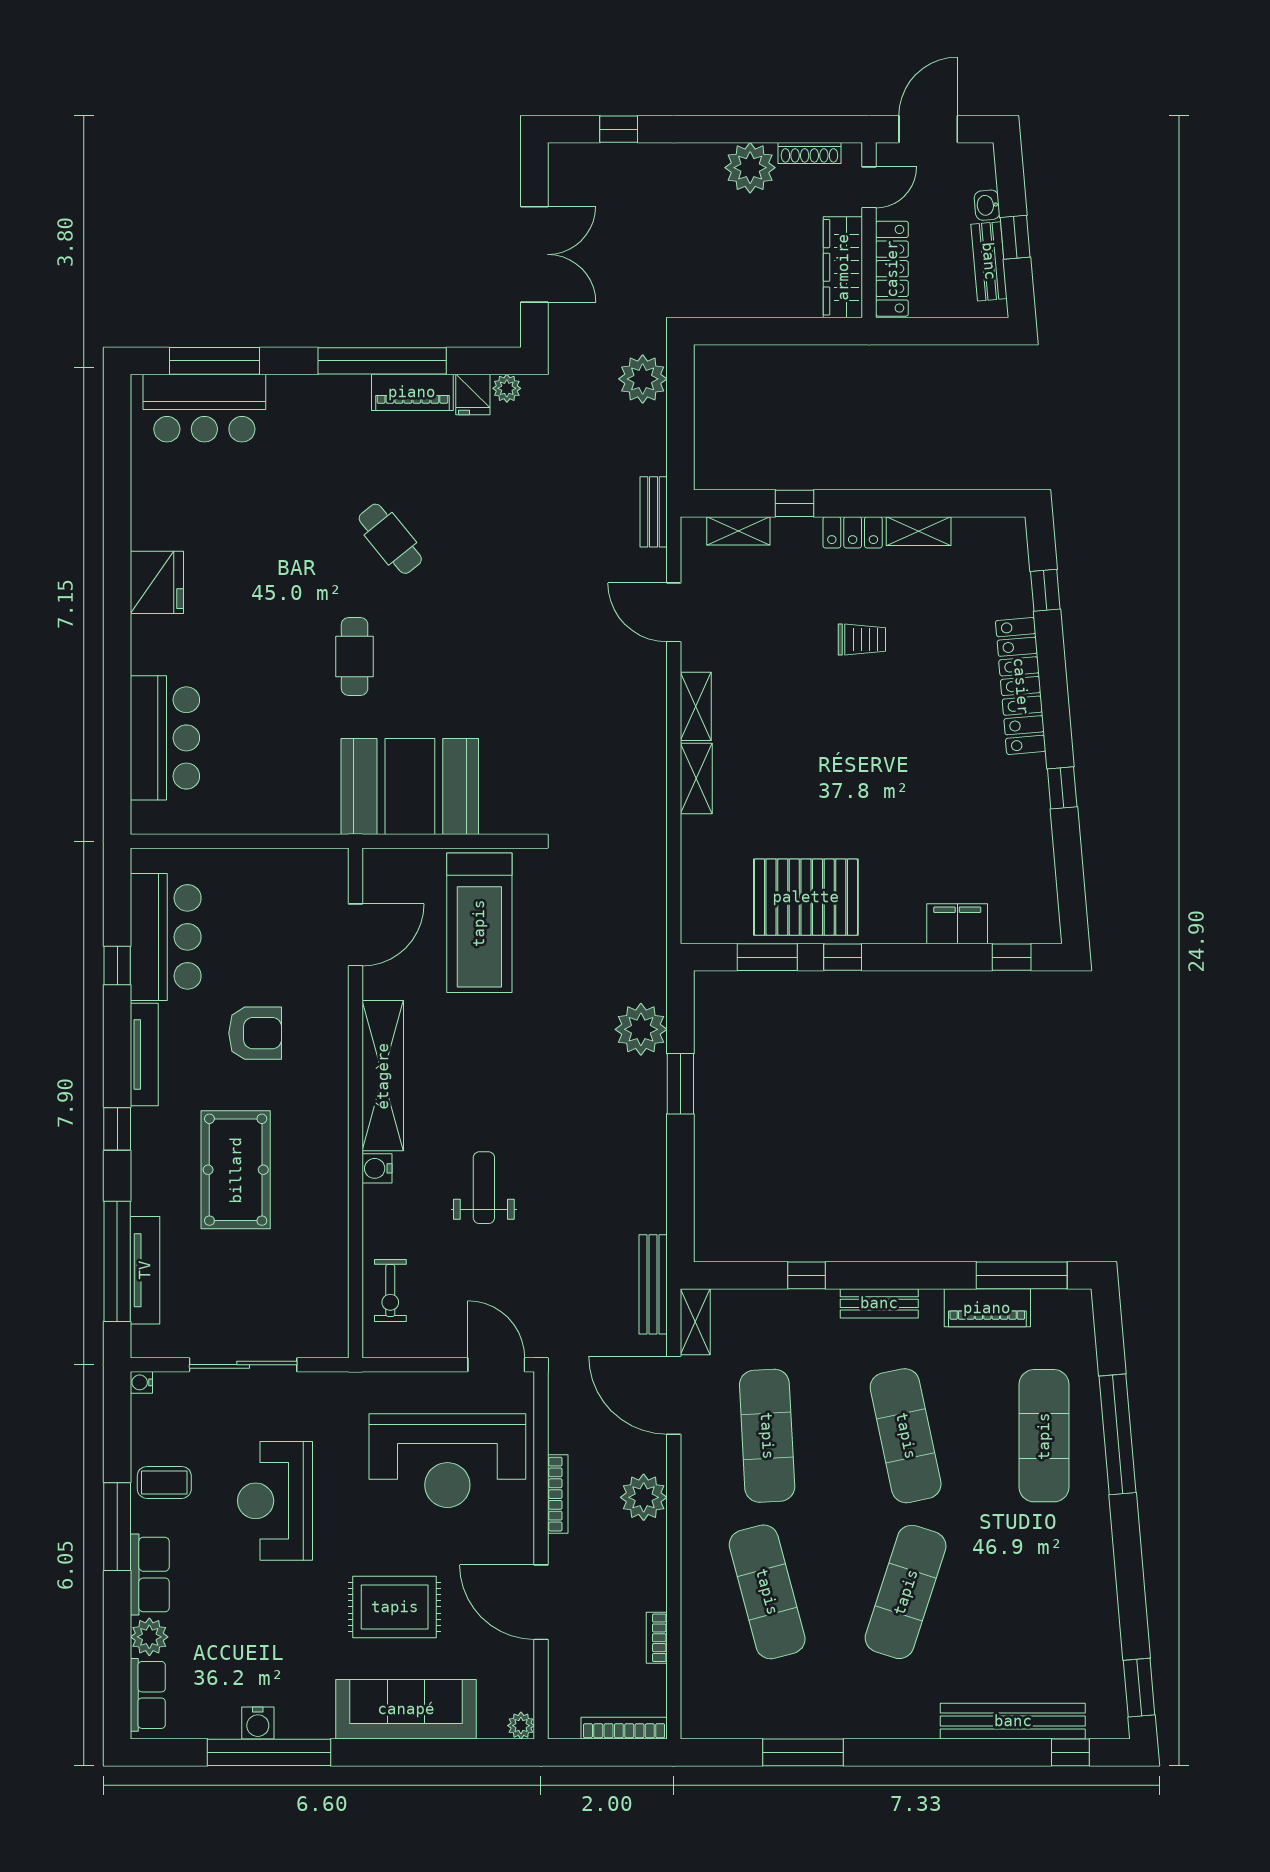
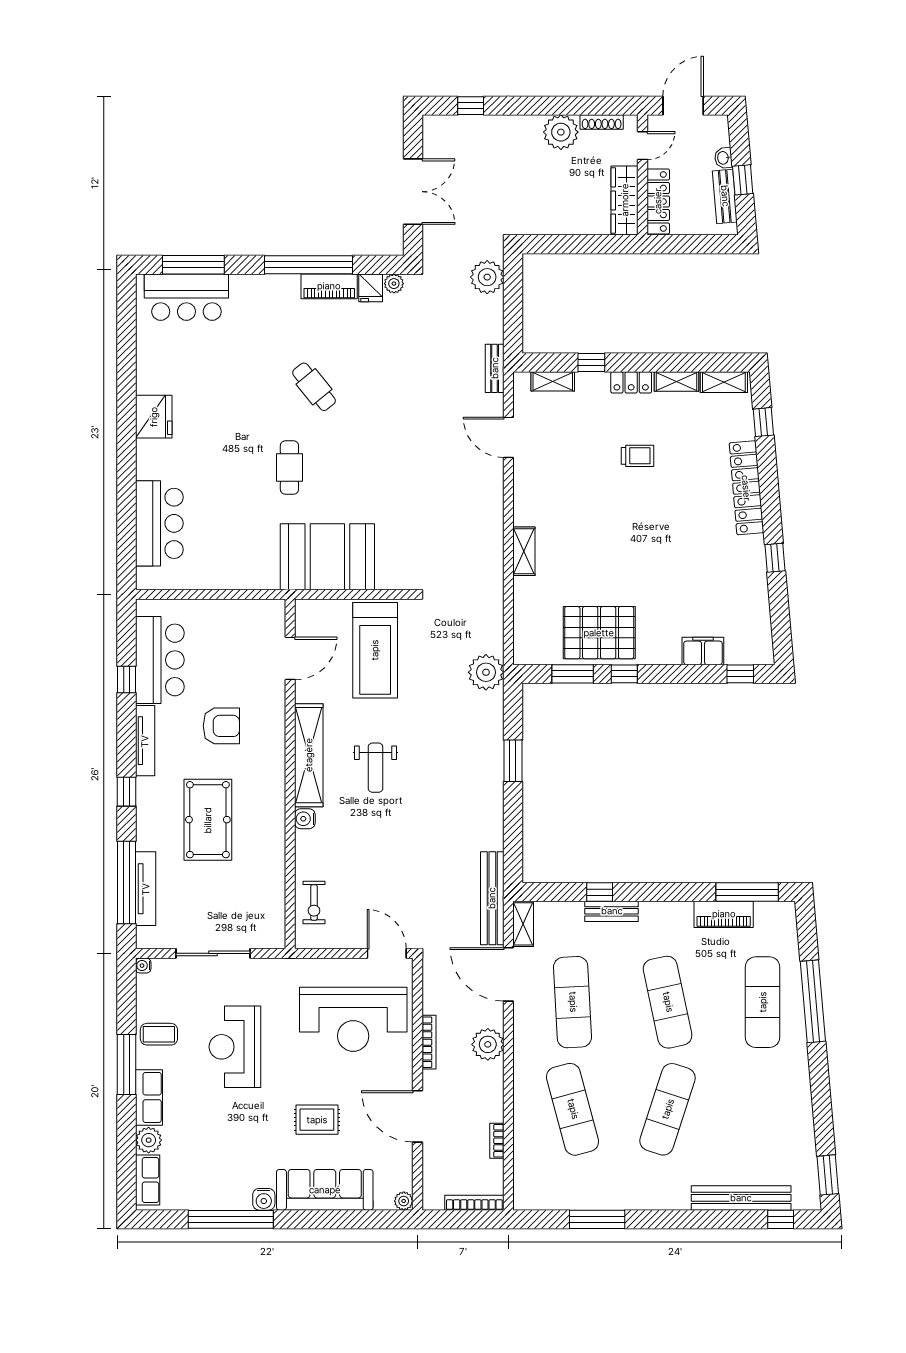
shelving: (696, 706) -> (724, 382), moved, turned 90
plant: (641, 1029) -> (486, 672), moved
weight bench: (484, 1188) -> (376, 768), moved, turned 180
bench: (653, 1284) -> (492, 898), width x1.37, depth x1.21
bench: (879, 1303) -> (612, 911), moved
rug: (395, 1607) -> (317, 1120), width x0.73, depth x0.70
water cooler: (258, 1723) -> (264, 1199), moved

